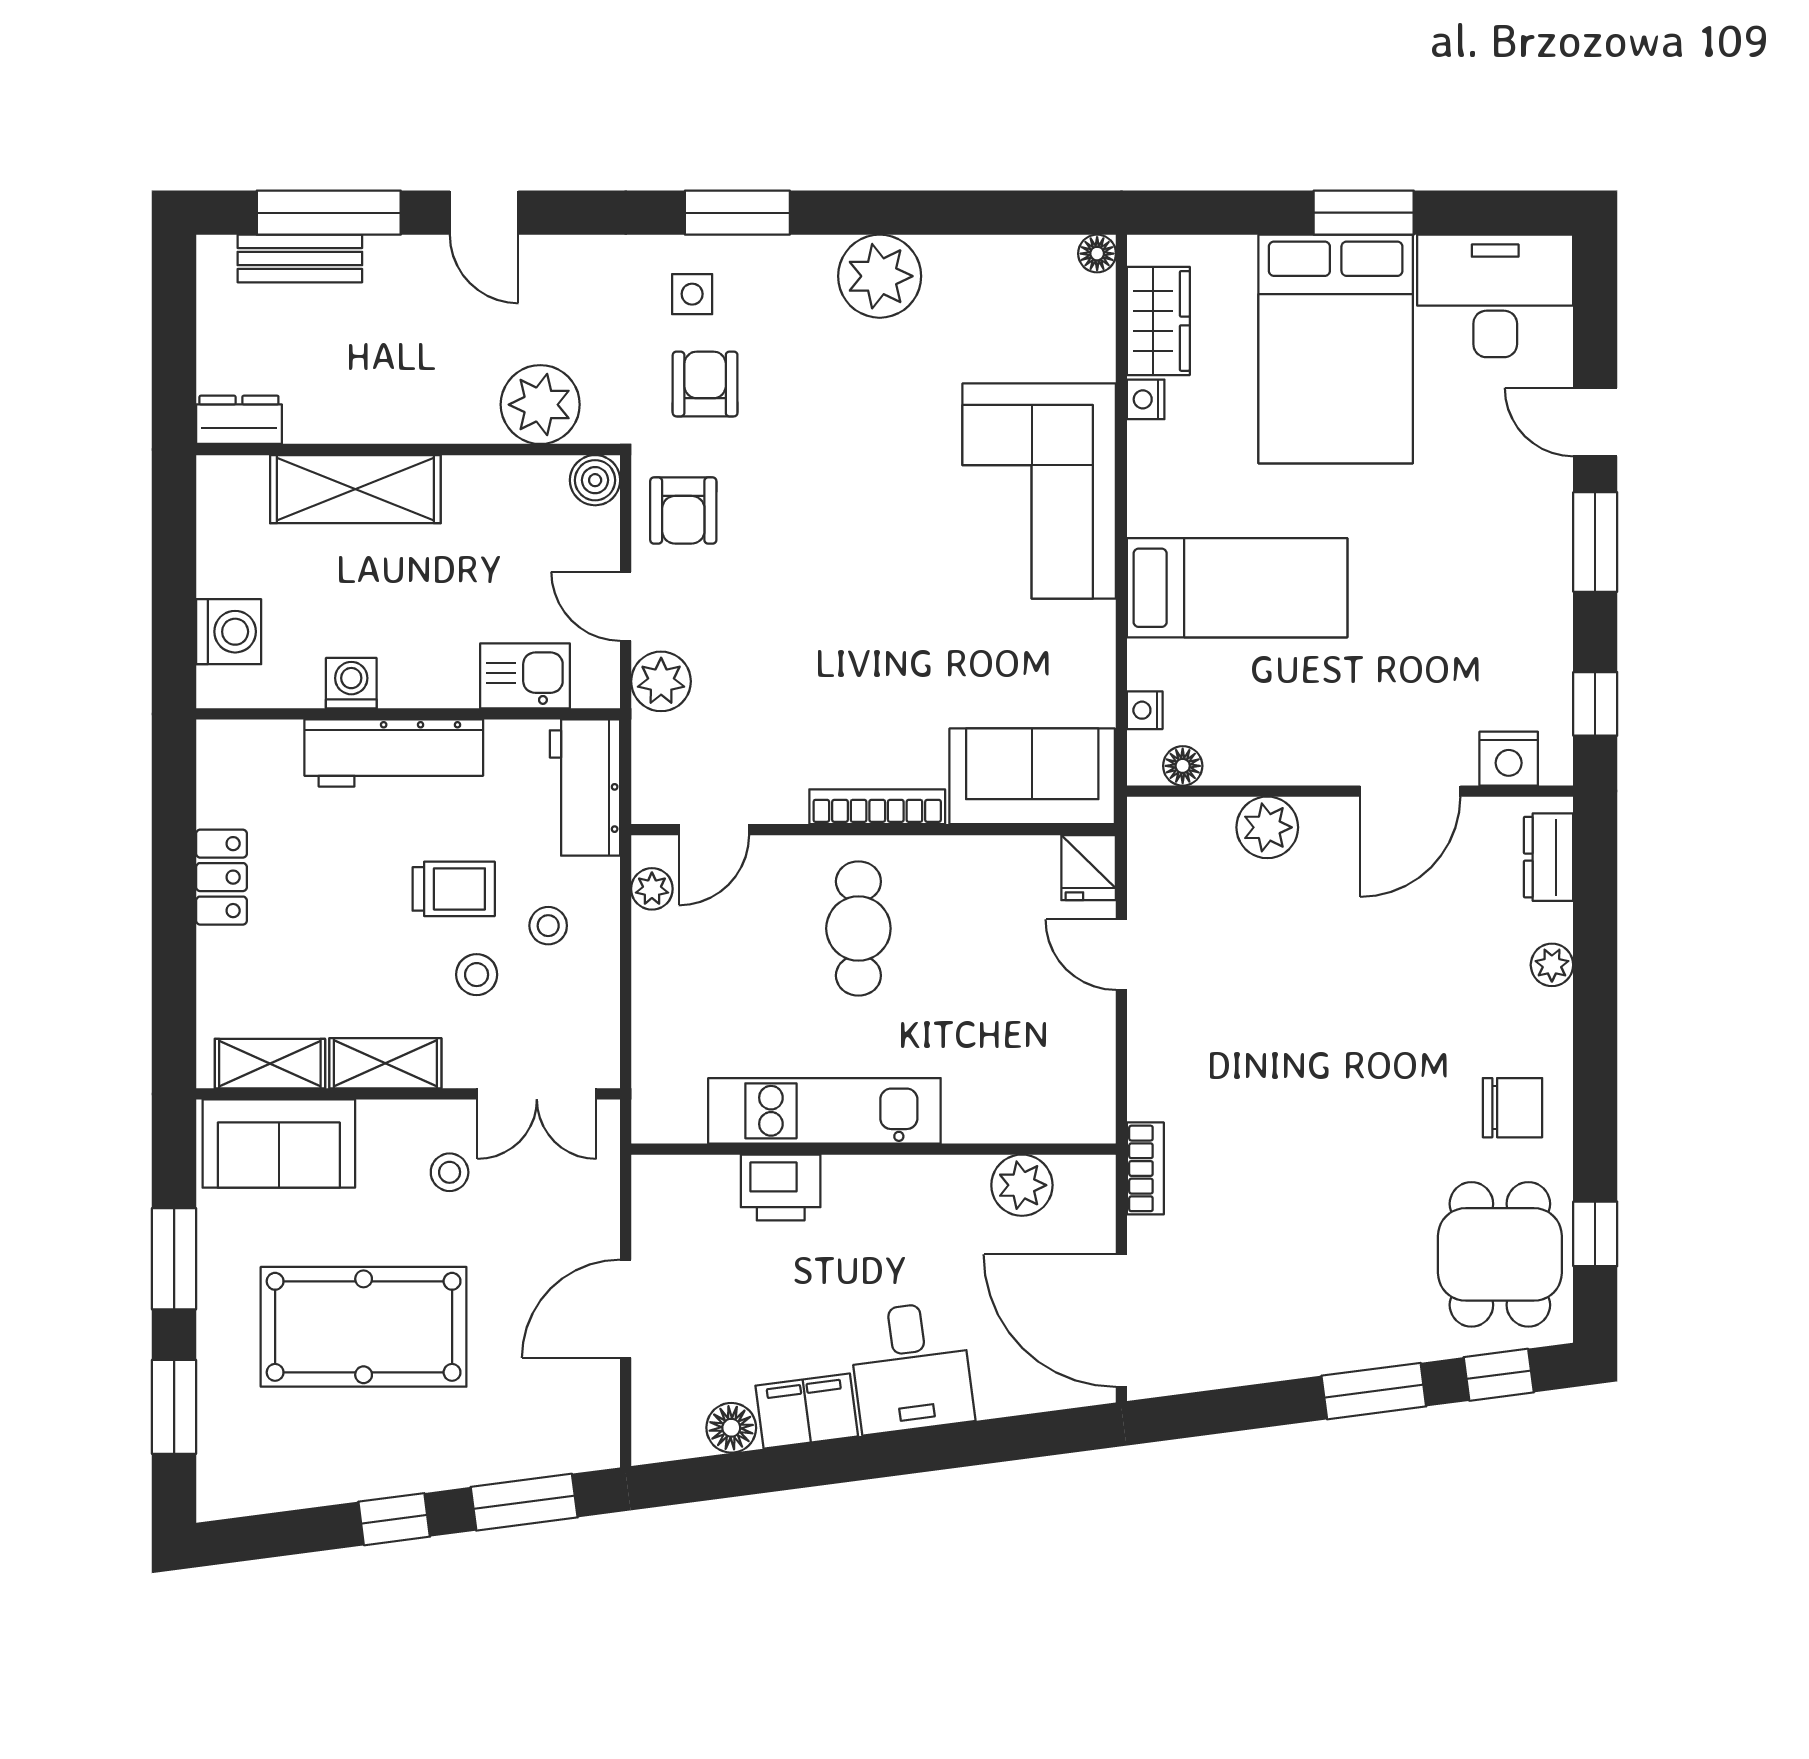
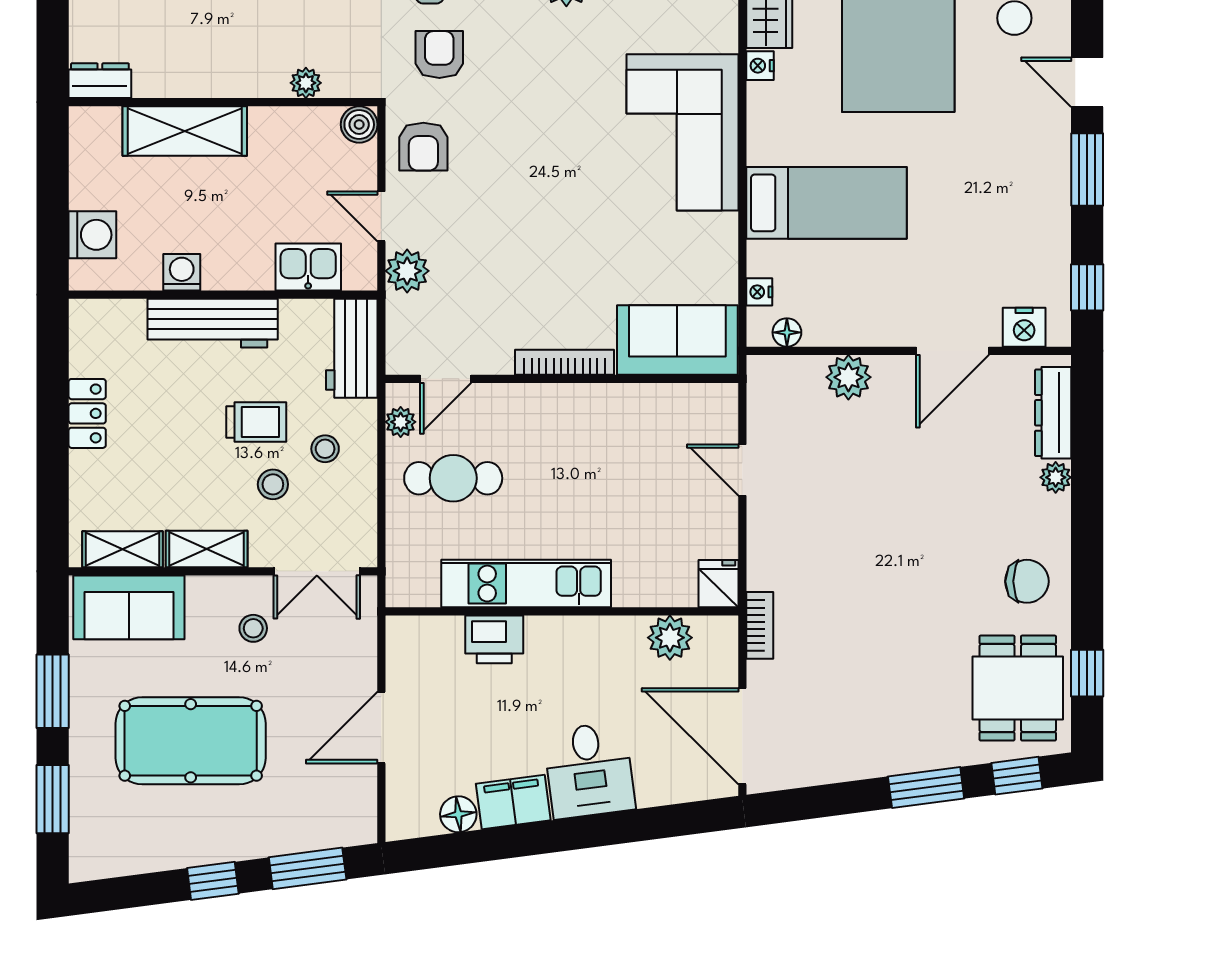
plant: (540, 405) -> (306, 83), width x0.53, depth x0.53
dresser: (1548, 857) -> (1053, 413), width x1.44
fridge: (1089, 868) -> (718, 584), moved, turned 180
cafe table: (858, 928) -> (453, 478), moved, turned 90

